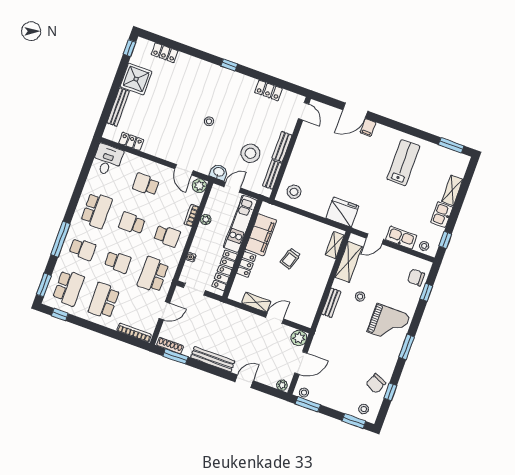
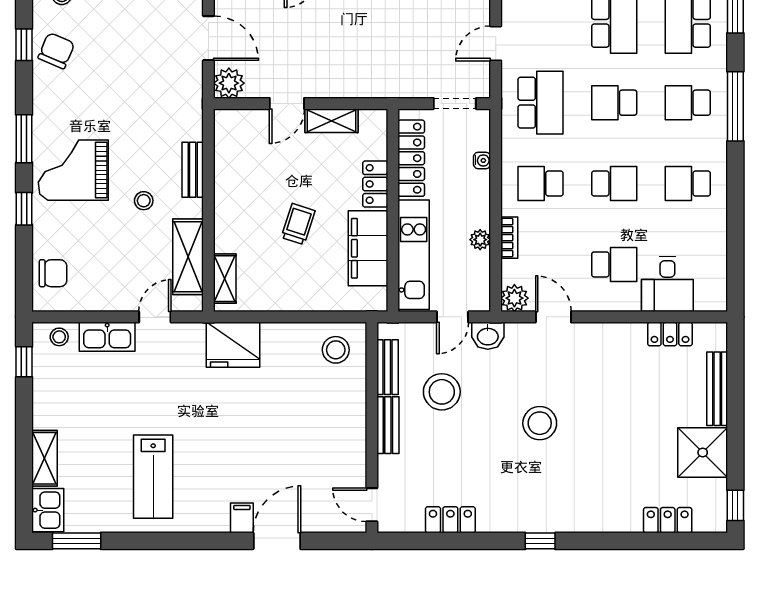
stool: (209, 121) -> (540, 423), width x1.89, depth x1.89
desk: (107, 160) -> (667, 284), moved
school desk: (97, 210) -> (688, 184), width x0.54
kitchen sink: (442, 215) -> (48, 510), moved
window: (426, 292) -> (24, 209), moved
door: (301, 363) -> (208, 38), swing flipped

